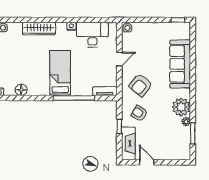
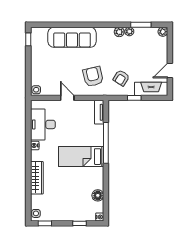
armchair: (141, 85) -> (93, 77), turned -142
plant: (181, 107) -> (119, 32), width x0.53, depth x0.53
plant: (186, 155) -> (163, 32), added

